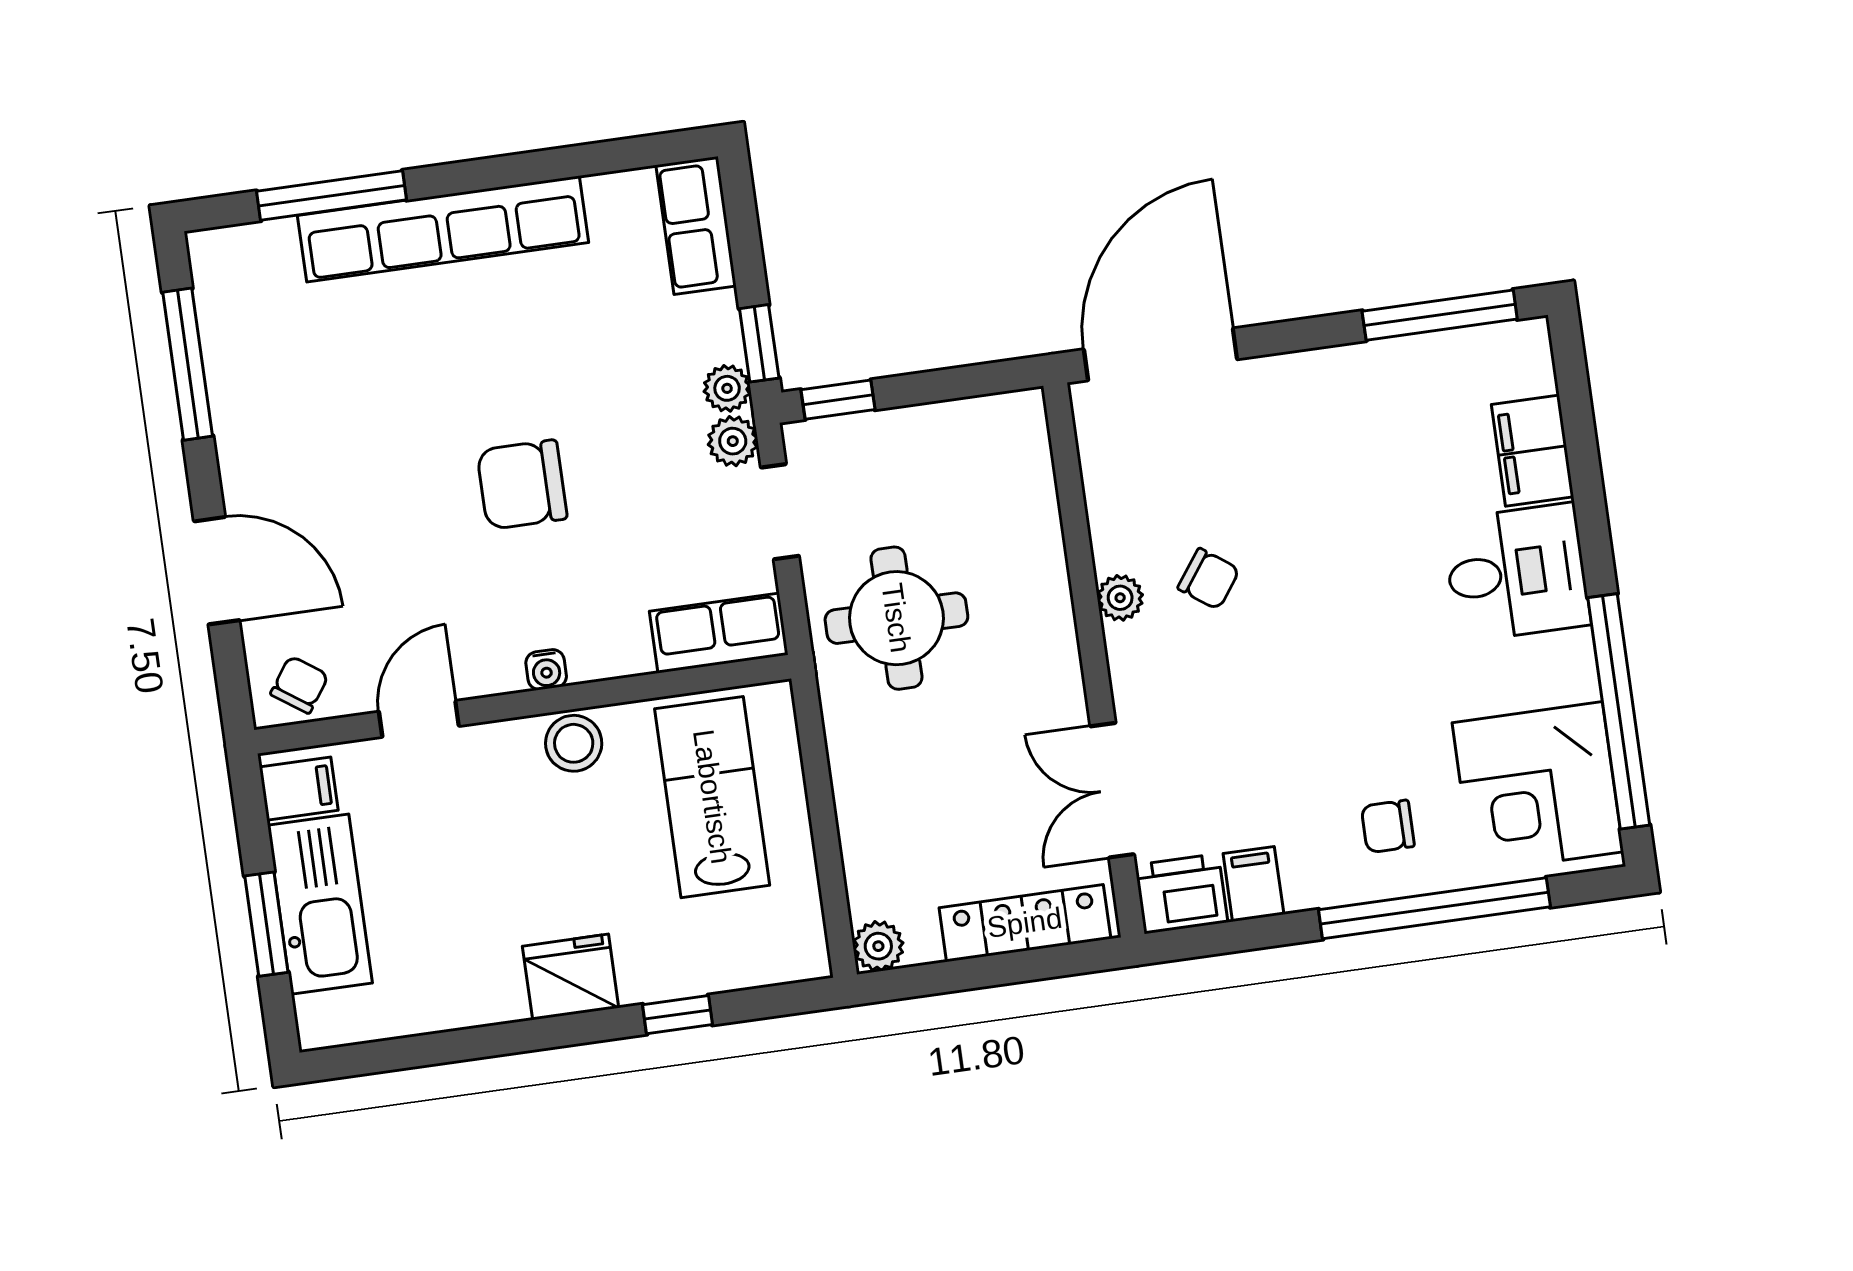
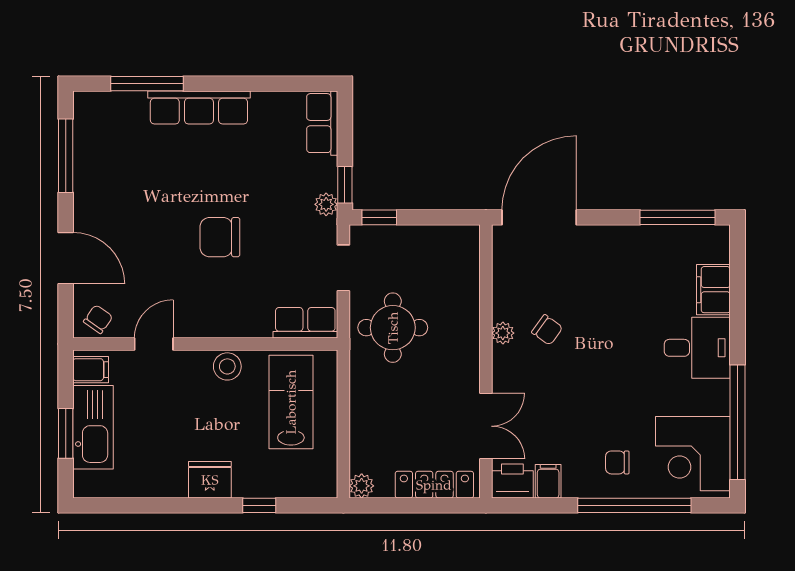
row of seats: (443, 229) -> (199, 107), width x0.73
plant: (733, 441) -> (325, 230), removed
water cooler: (546, 670) -> (219, 329), removed
double door: (1112, 790) -> (486, 426), swing flipped

